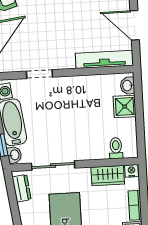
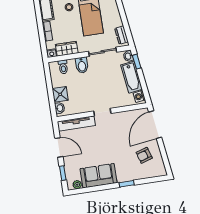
doorway: (39, 74) -> (102, 112), moved
bidet: (87, 148) -> (82, 65), added

